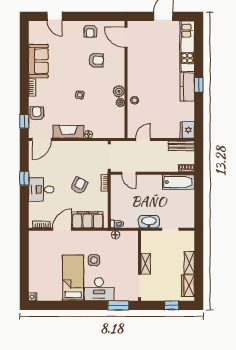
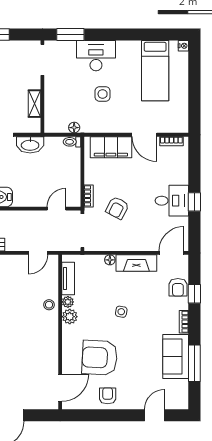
door: (55, 16) -> (154, 415), hinge flipped
door: (126, 37) -> (60, 388), hinge flipped
window: (24, 56) -> (194, 363), added
armchair: (96, 60) -> (100, 358), width x1.88, depth x1.88
tv unit: (120, 120) -> (68, 279), added
window: (24, 121) -> (194, 294), moved
door: (129, 173) -> (57, 209), hinge flipped
armchair: (79, 185) -> (117, 208), moved
desk: (41, 189) -> (172, 201), moved
door: (62, 229) -> (144, 135), hinge flipped
shelving: (146, 264) -> (34, 104), moved
bed: (73, 278) -> (155, 71), moved

